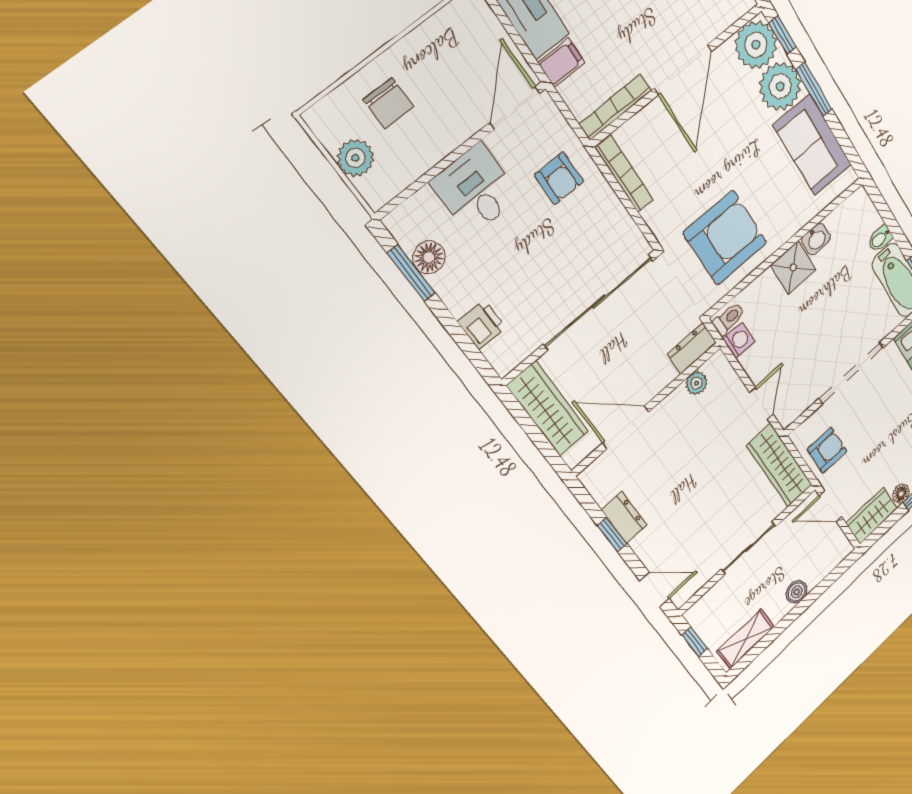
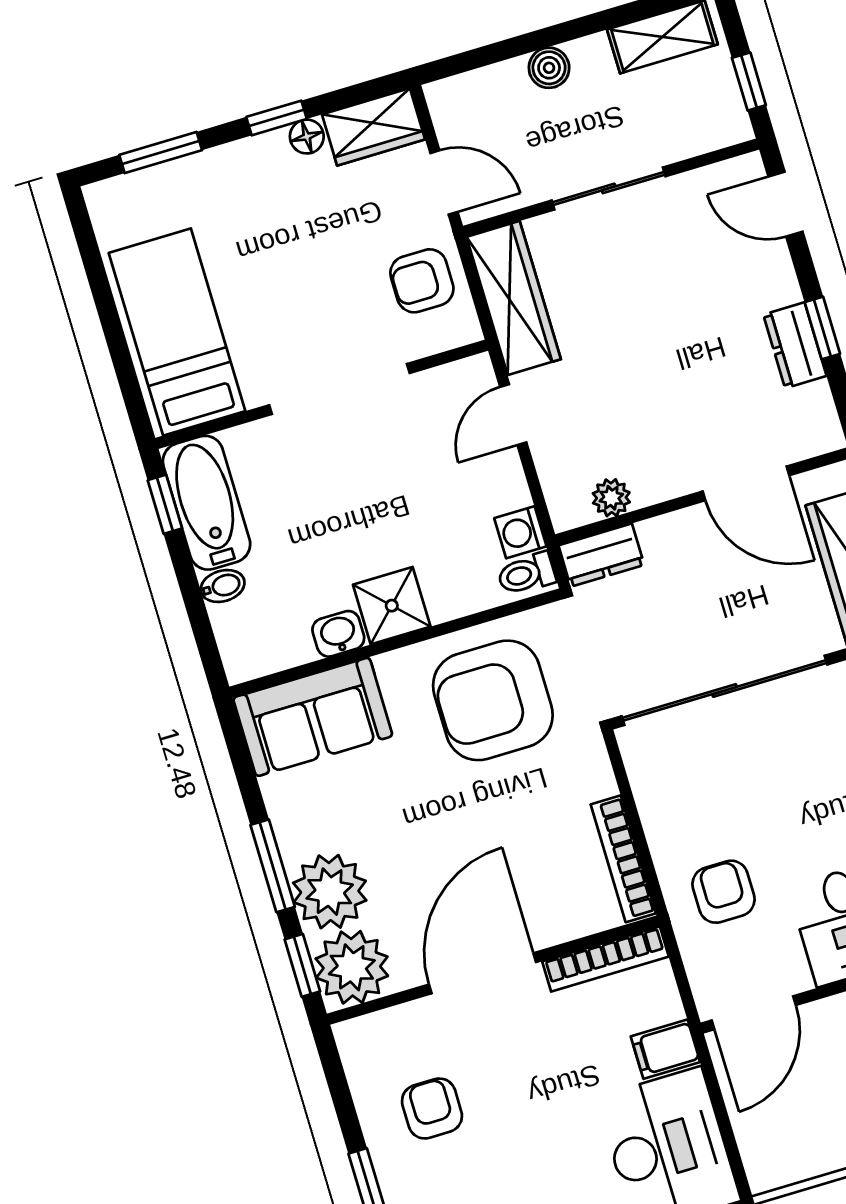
sofa: (812, 145) -> (313, 717), moved, turned 90

